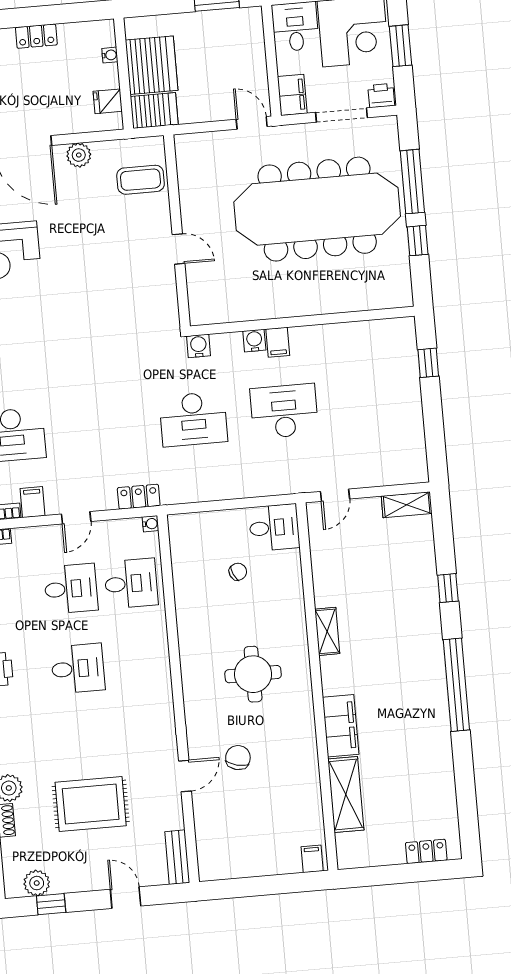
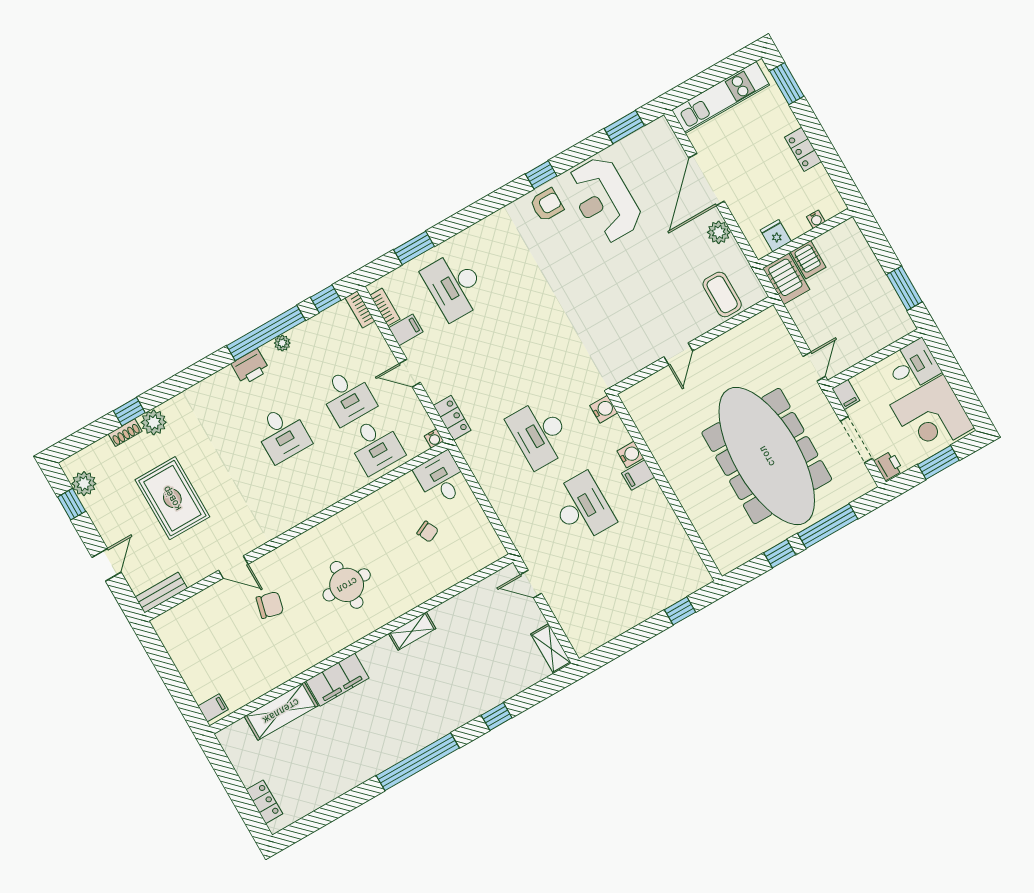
server rack: (152, 65) -> (808, 260), width x0.46, depth x0.70
filing cabinet: (292, 95) -> (846, 395), width x0.50
desk: (274, 528) -> (441, 479), moved, turned 180

